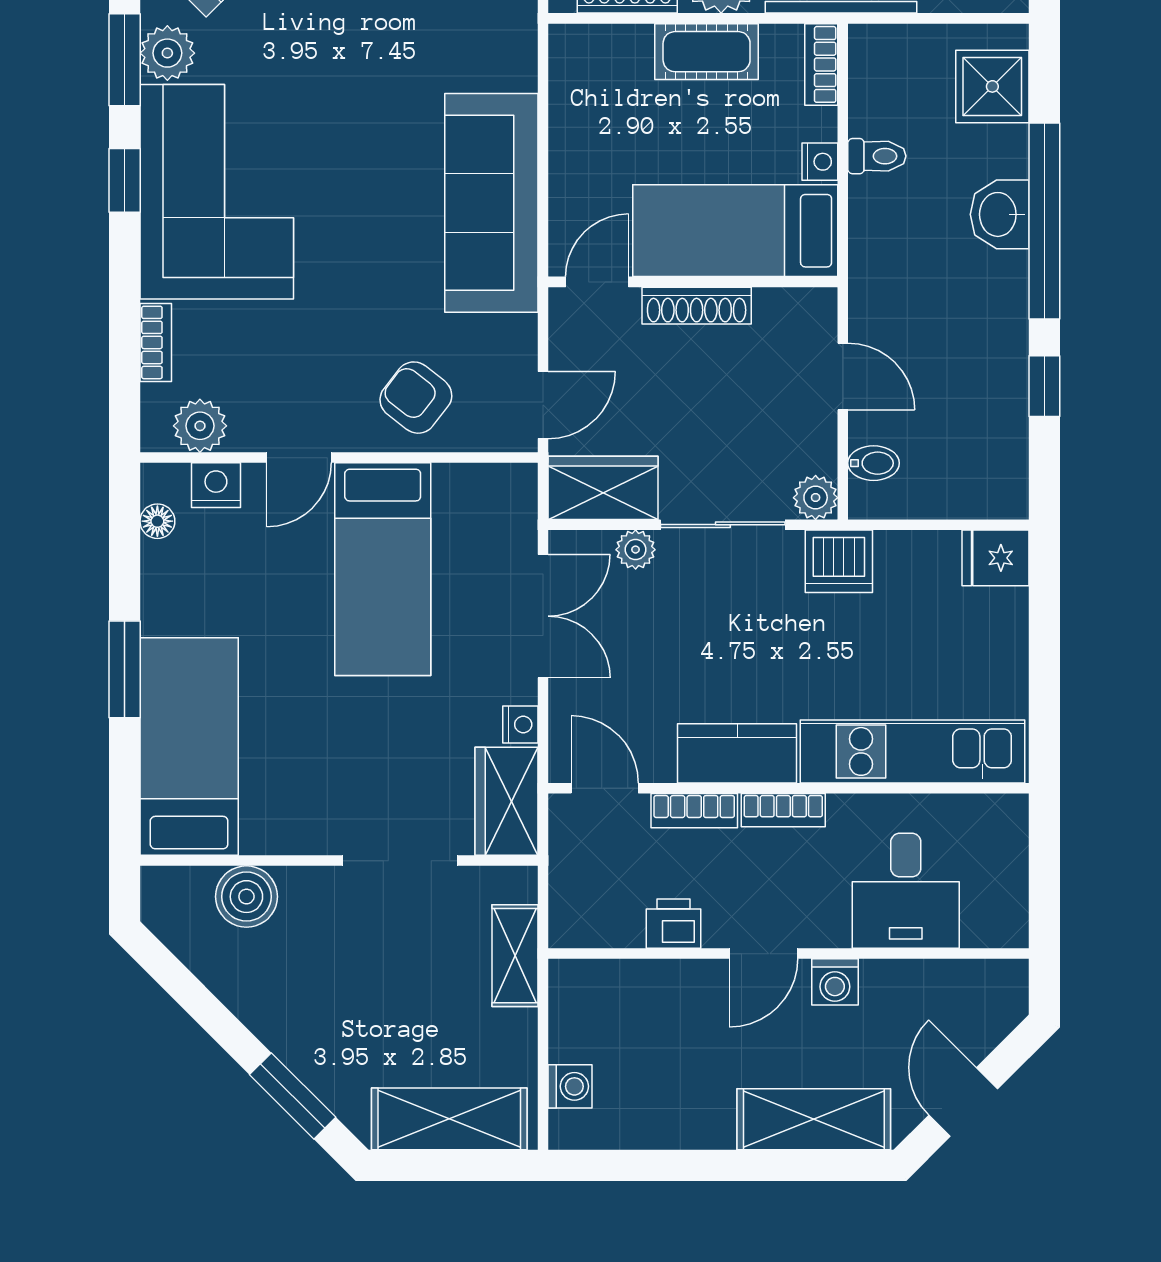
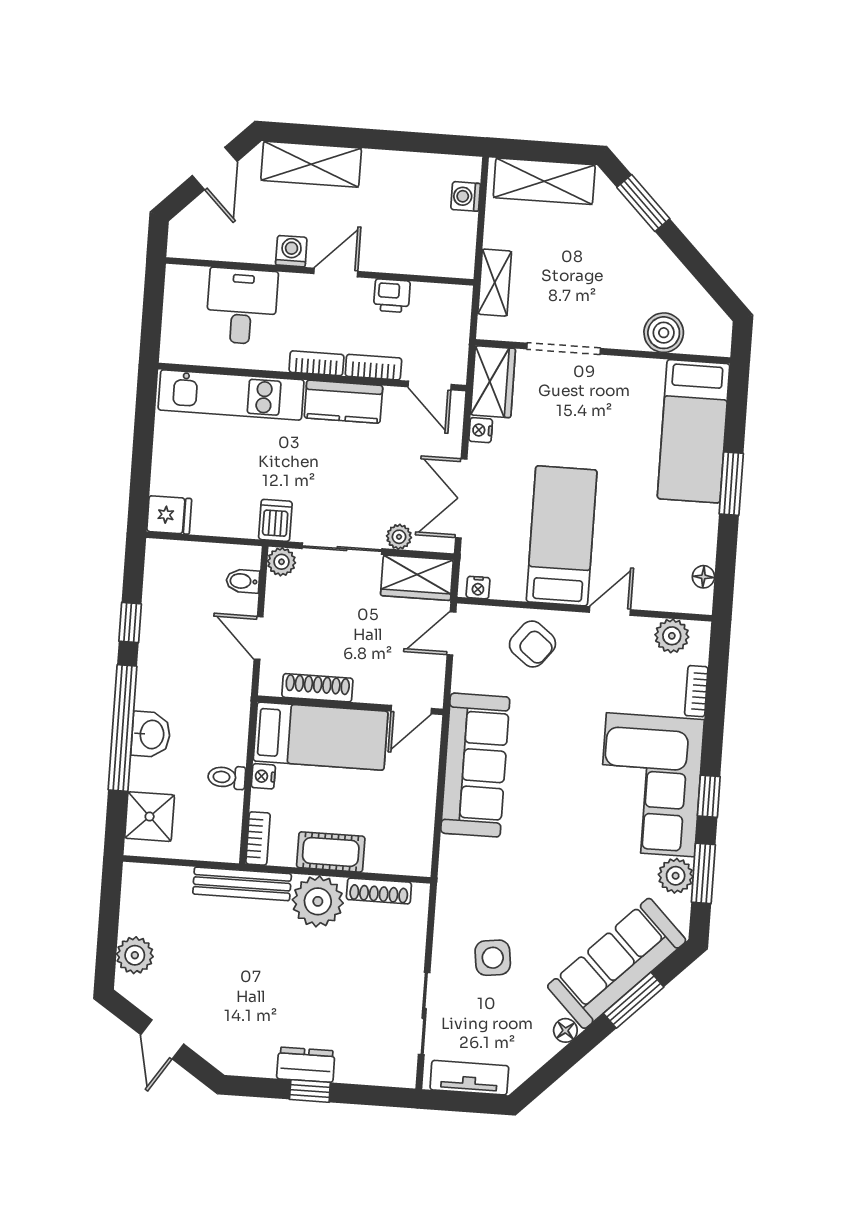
shoe rack: (697, 306) -> (317, 688), moved
nightstand: (216, 485) -> (478, 588), moved, width x0.72, depth x0.74
dishwasher: (839, 561) -> (275, 520), width x0.73

